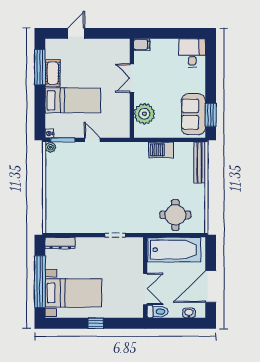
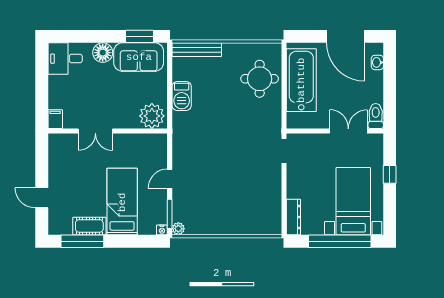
floor lamp: (197, 84) -> (103, 53), added
plant: (144, 114) -> (152, 116), moved
wall: (145, 278) -> (335, 131), moved
double door: (145, 289) -> (348, 131), moved
toilet: (158, 312) -> (376, 116), moved

